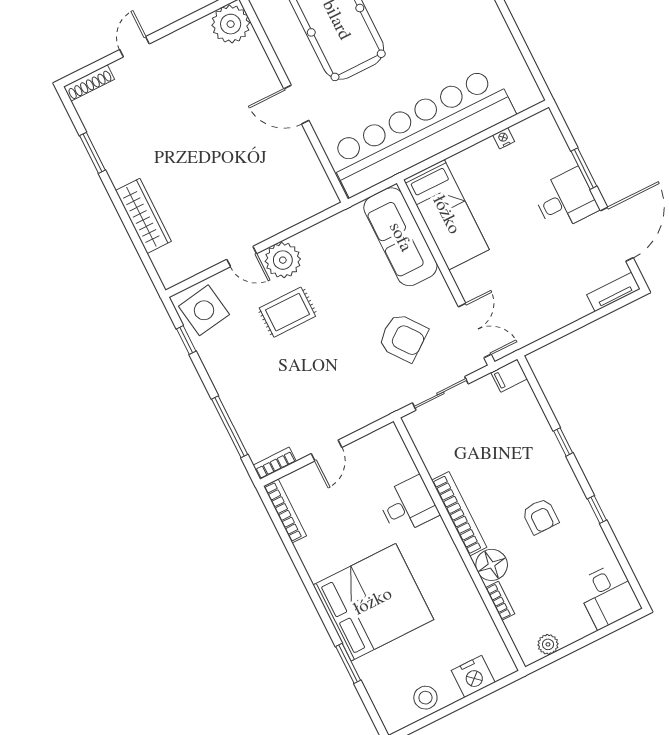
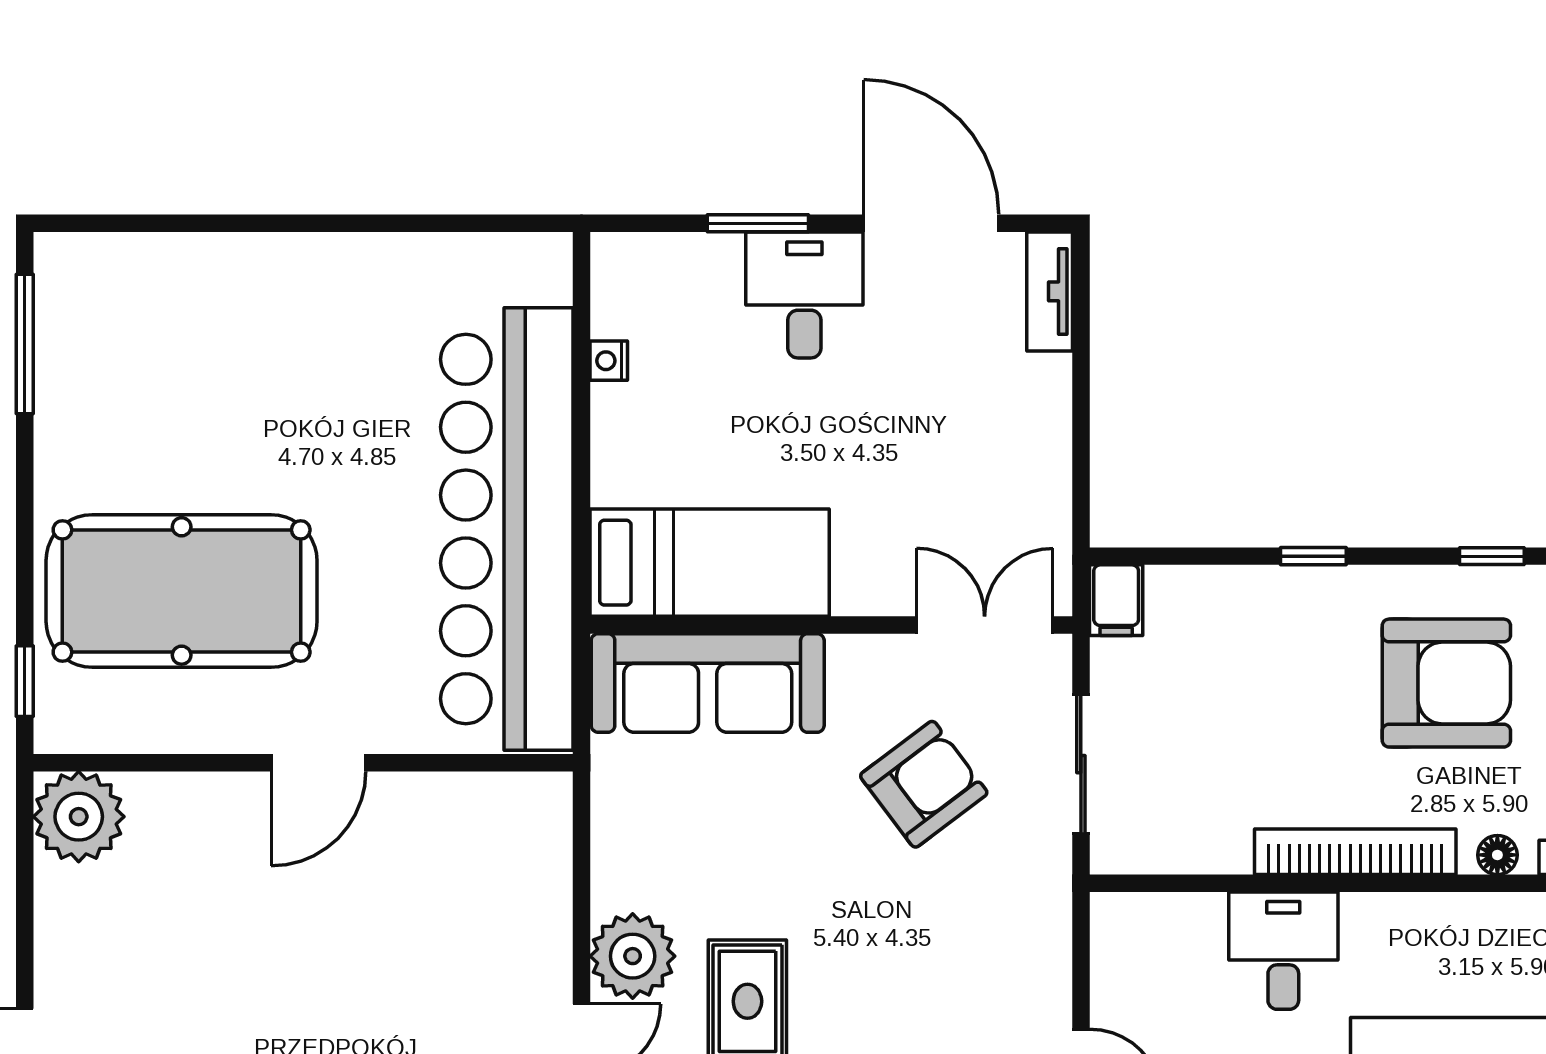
armchair: (540, 516) -> (1446, 683), width x1.88, depth x1.88
floor lamp: (492, 565) -> (1497, 855), width x0.53, depth x0.53

